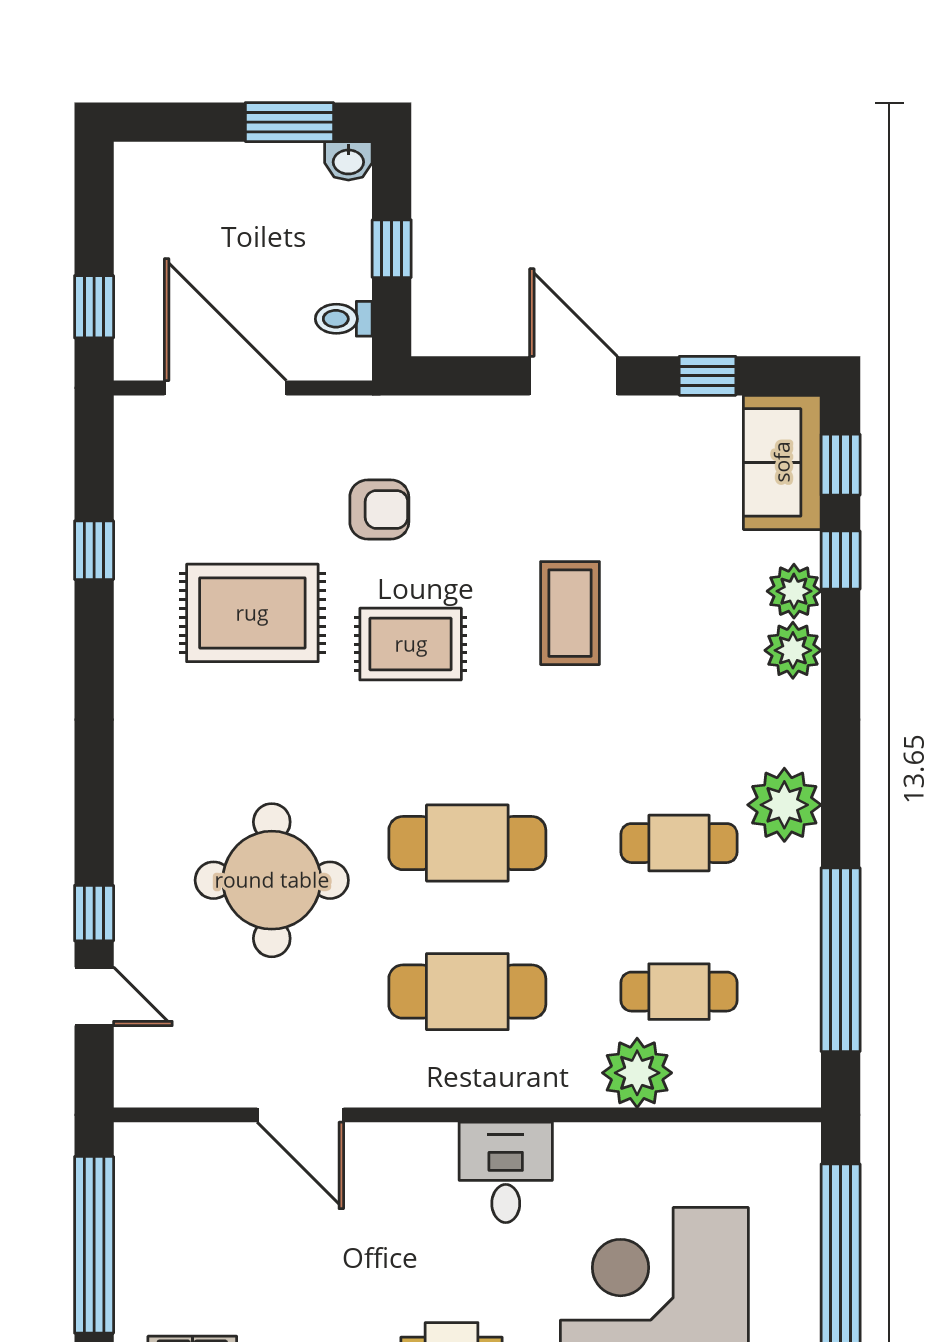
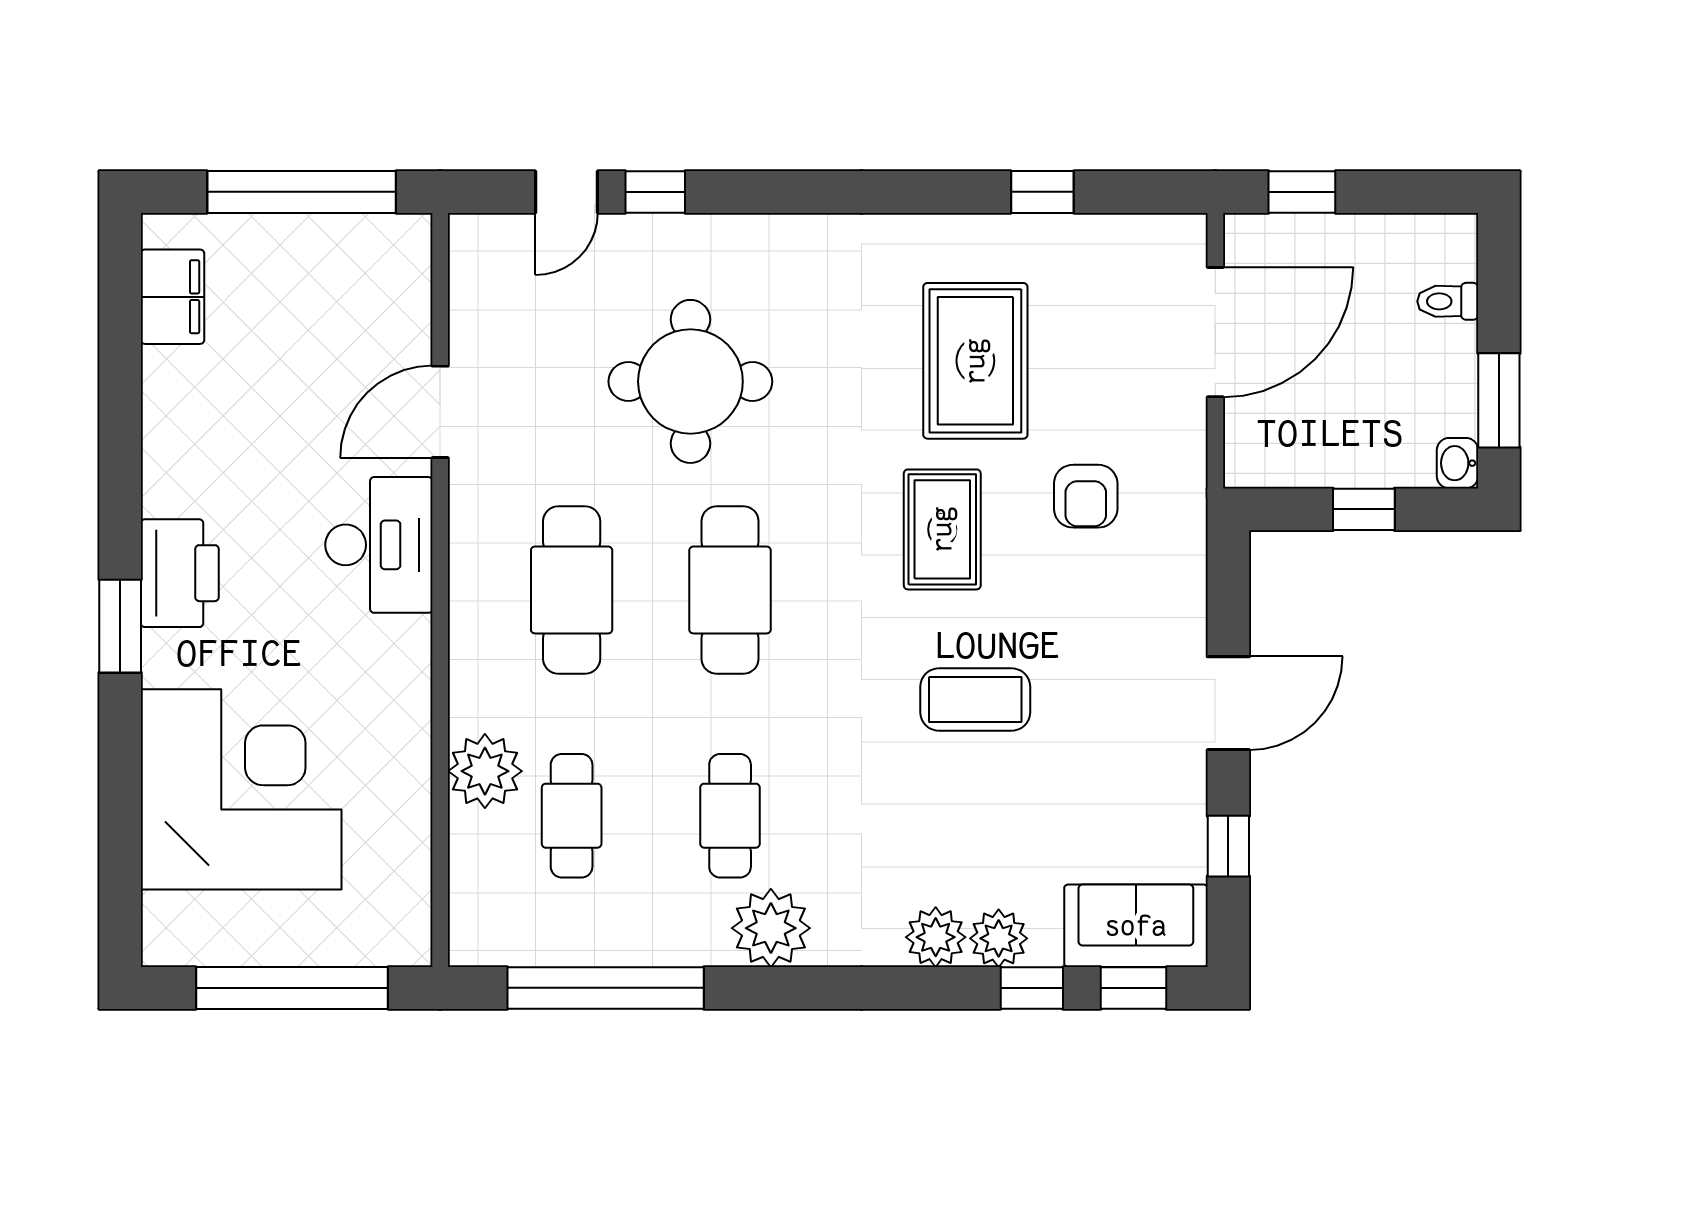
toilet: (344, 319) -> (1448, 301), moved, turned -90
desk: (506, 1172) -> (379, 545), moved, width x1.37

